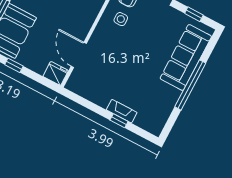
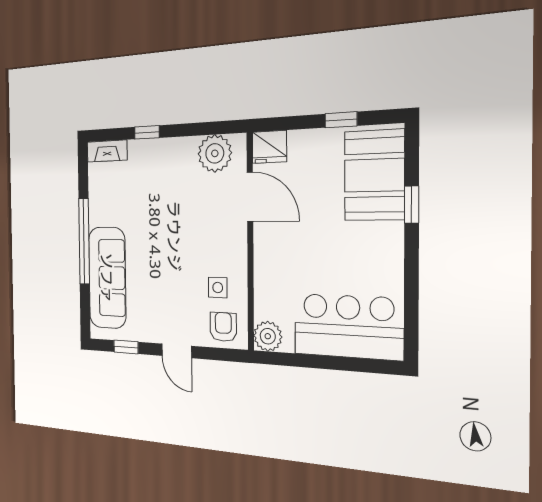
plant: (86, 87) -> (215, 153), added
fireplace: (122, 111) -> (107, 151), moved

